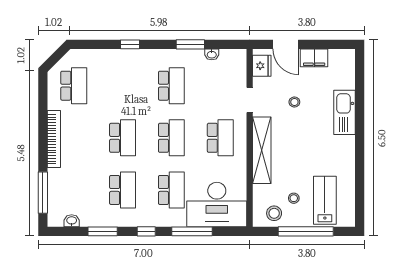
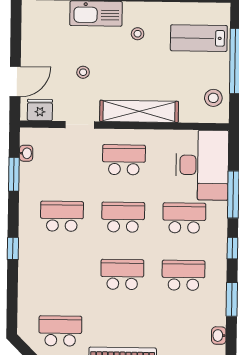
window: (130, 44) -> (13, 249), moved
window: (190, 44) -> (14, 174), moved
washbasin: (212, 54) -> (26, 153), moved
filing cabinet: (314, 58) -> (32, 48), removed
stool: (294, 198) -> (138, 34), moved

